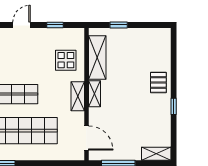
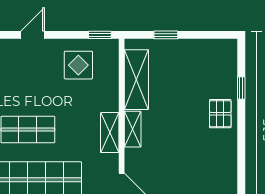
window: (55, 25) -> (100, 35), moved
display table: (66, 60) -> (78, 65), moved
window: (174, 106) -> (241, 88), moved

